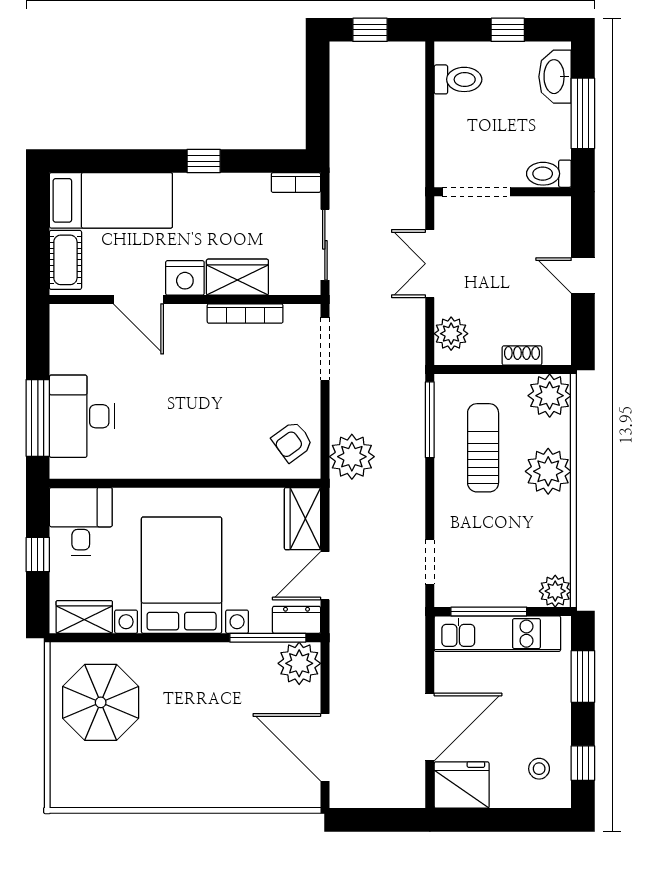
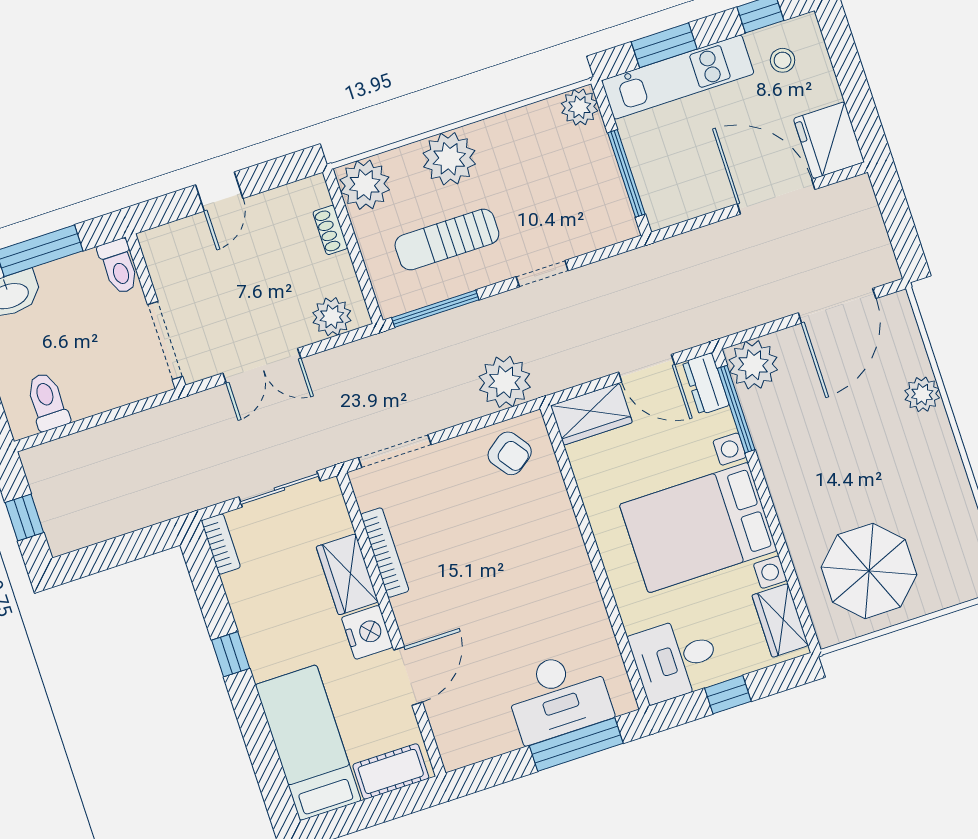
doorway: (430, 562) -> (542, 274), moved
kitchen unit: (497, 634) -> (678, 77), moved, turned 90
plant: (230, 793) -> (922, 394), added

